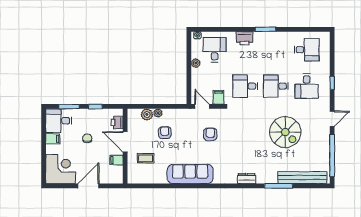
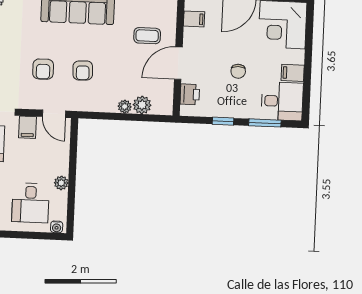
armchair: (165, 133) -> (83, 70), moved
door: (125, 142) -> (178, 63), swing flipped
filing cabinet: (117, 160) -> (194, 19), moved

